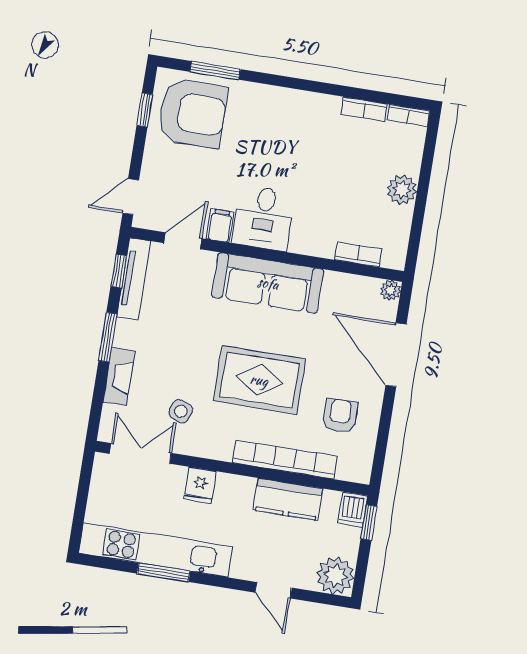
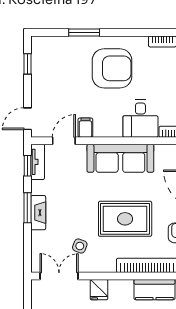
window: (215, 70) -> (84, 33), moved
armchair: (193, 113) -> (112, 68), moved
desk: (264, 218) -> (140, 119), moved
tv unit: (134, 279) -> (38, 162), width x0.71
fireplace: (119, 376) -> (38, 213), moved

